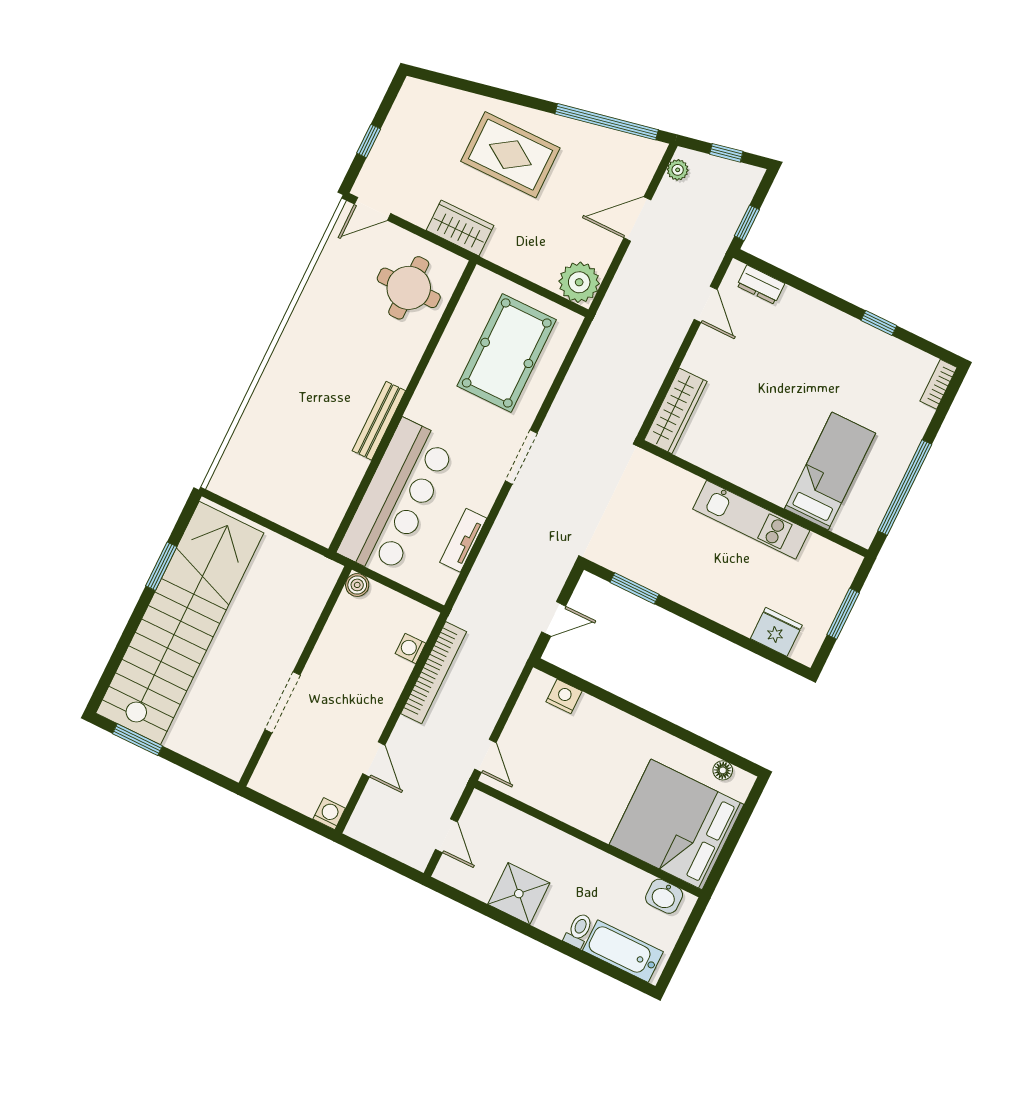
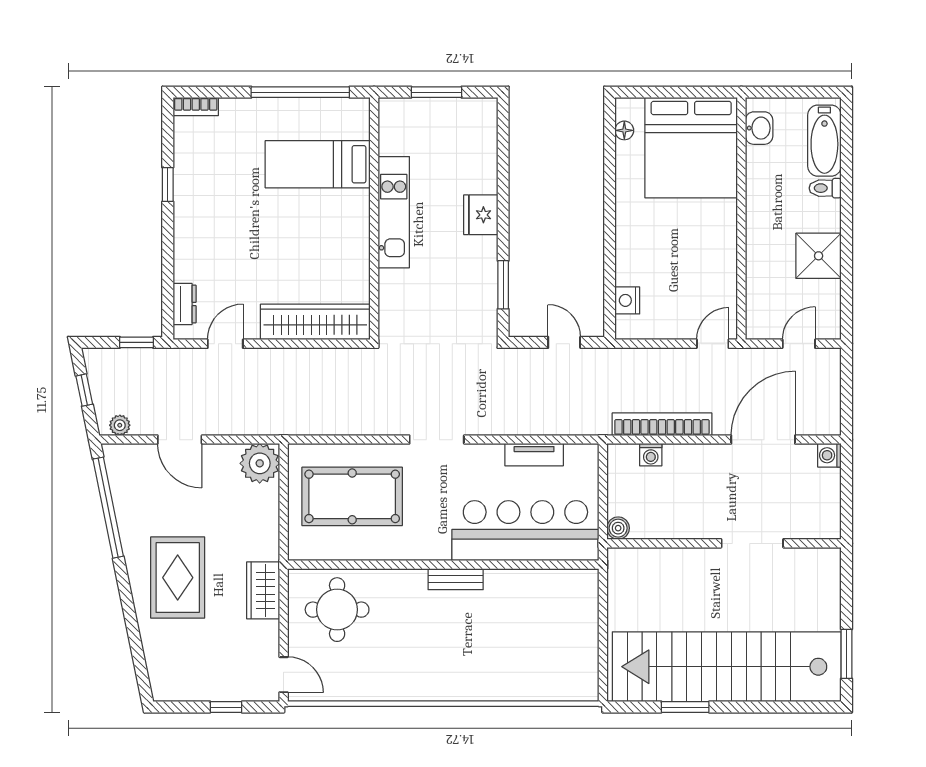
wardrobe: (676, 411) -> (315, 322), width x1.40, depth x1.17
bench: (379, 421) -> (456, 579), width x0.73
fridge: (776, 632) -> (481, 215), moved
door: (374, 759) -> (763, 440), width x1.87

